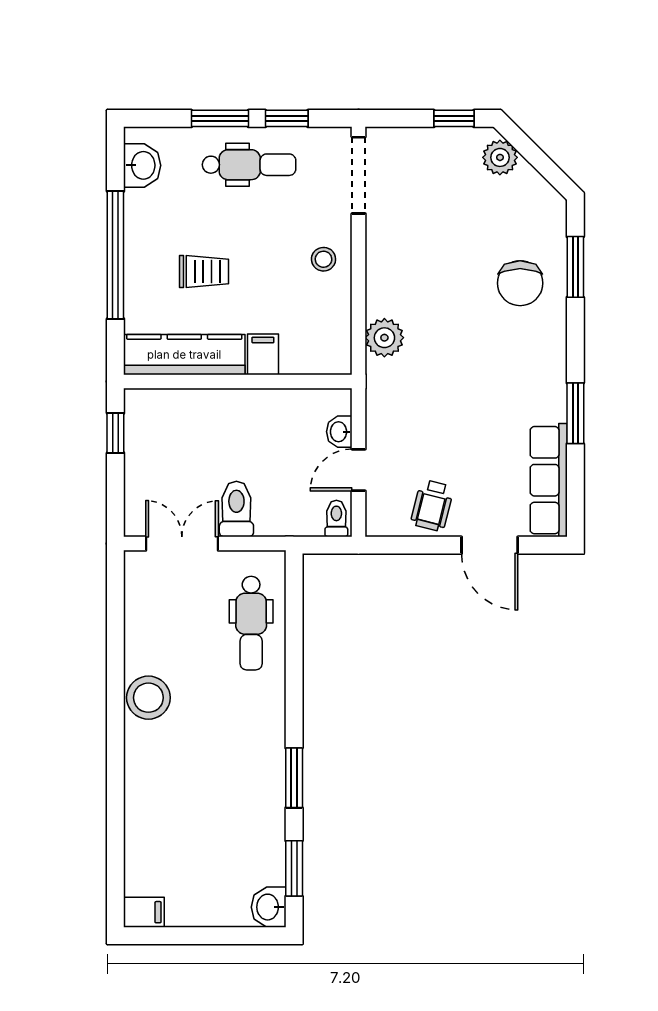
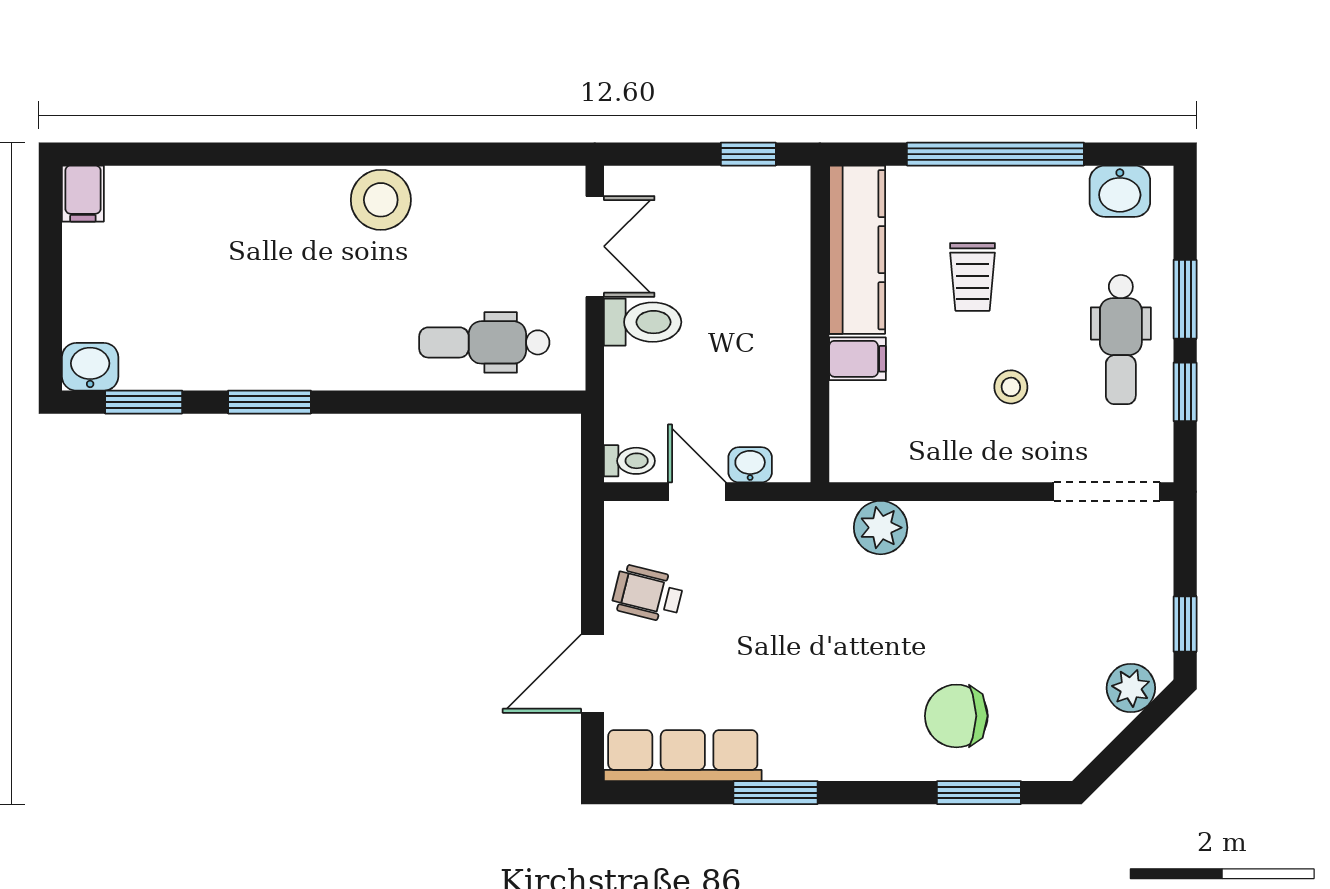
stool: (324, 259) -> (1011, 387), moved

